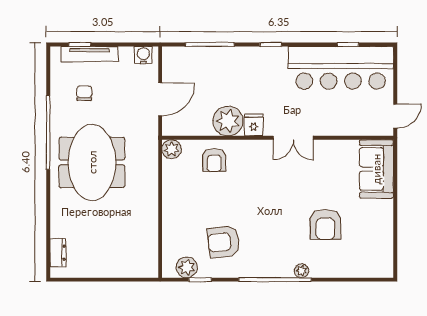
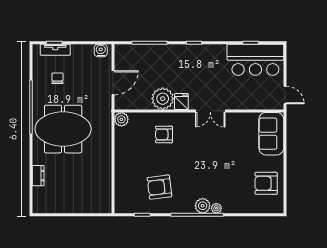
tv unit: (90, 54) -> (55, 50), width x0.71
bar counter: (341, 68) -> (255, 60), width x0.73
door: (395, 116) -> (285, 95), hinge flipped
armchair: (214, 160) -> (164, 134), moved, turned 90
meeting table: (92, 162) -> (63, 129), turned 90
armchair: (325, 224) -> (266, 183), moved, turned 90
dresser: (58, 253) -> (38, 176), moved
plant: (187, 267) -> (203, 206), moved

